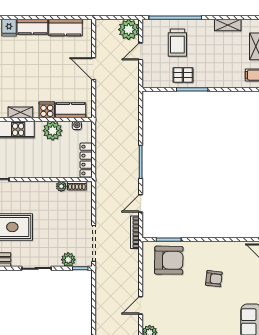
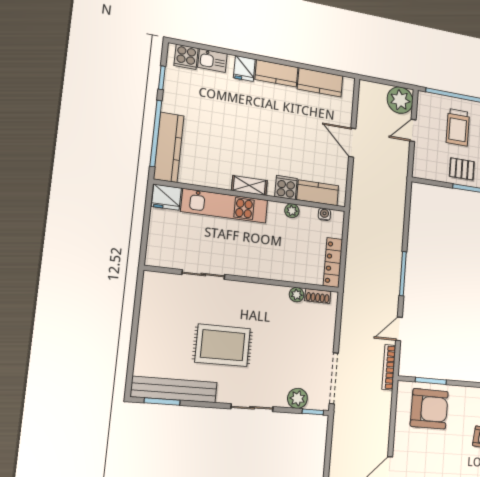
plant: (53, 131) -> (292, 211), width x0.53, depth x0.53

